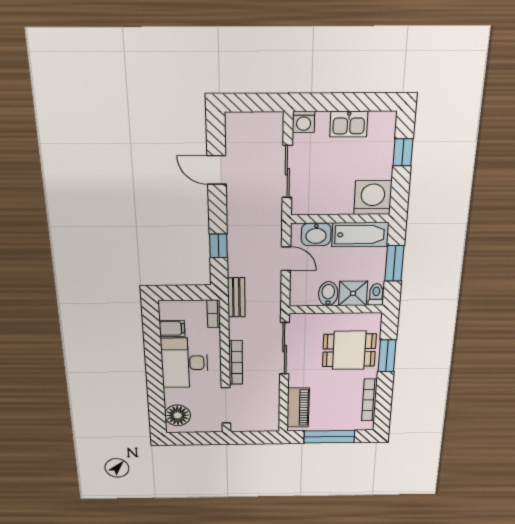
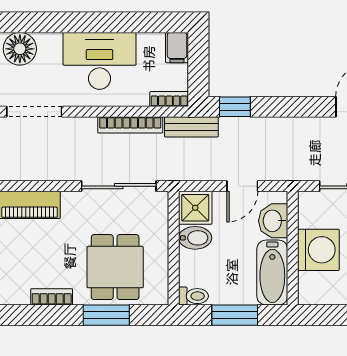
washing machine: (373, 198) -> (318, 250), moved
window: (218, 246) -> (235, 107), moved
shower: (353, 293) -> (195, 208), moved
filing cabinet: (172, 328) -> (177, 48), moved
bookcase: (236, 363) -> (130, 125), moved
bookcase: (369, 400) -> (52, 297), width x0.64

